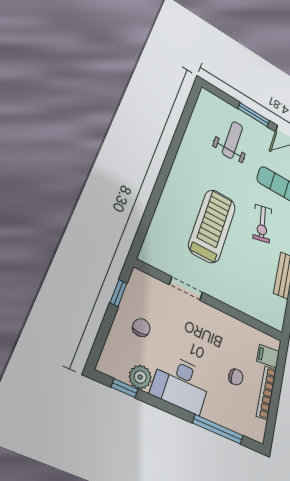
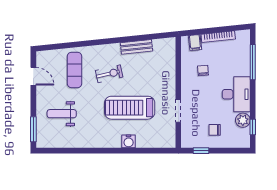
window: (254, 115) -> (33, 129), moved
water cooler: (169, 201) -> (129, 141), added
chair: (236, 377) -> (203, 70), moved

